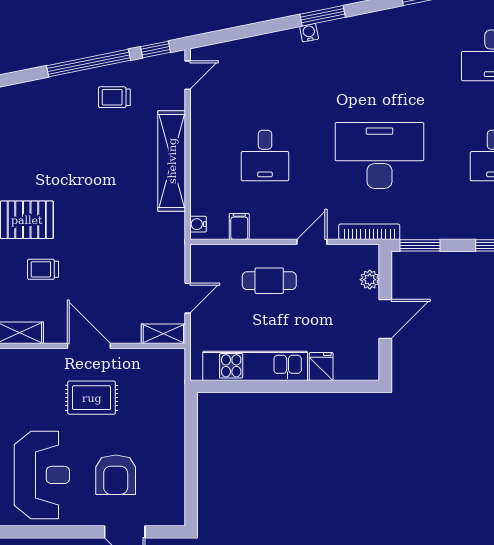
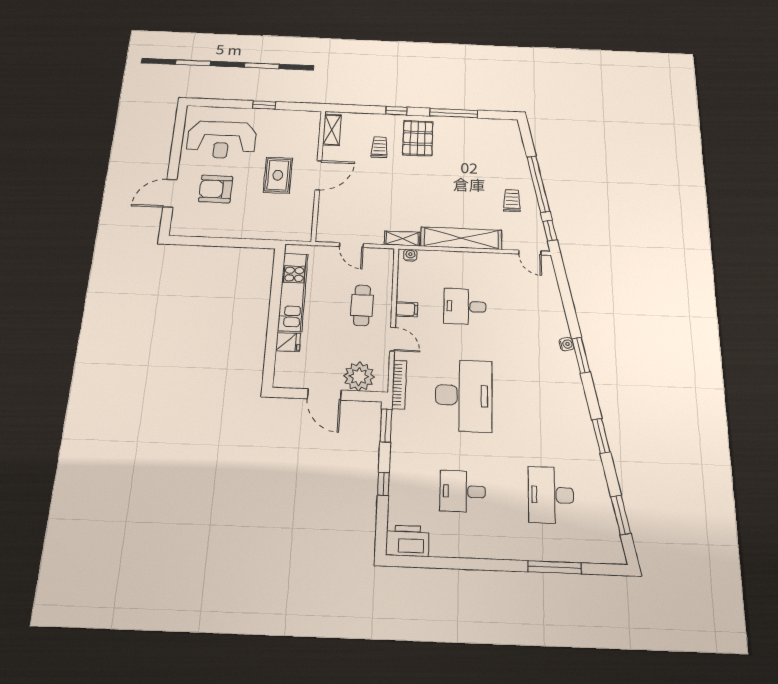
filing cabinet: (239, 226) -> (406, 309), moved
plant: (370, 280) -> (359, 376), width x1.87, depth x1.87
shelving: (163, 334) -> (402, 239), moved, turned 90

